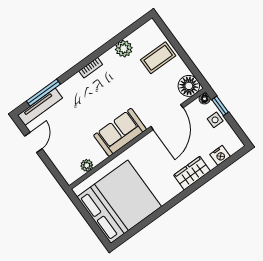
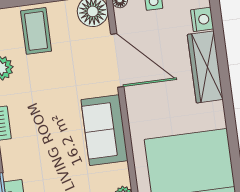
wardrobe: (192, 173) -> (205, 67), width x1.50

